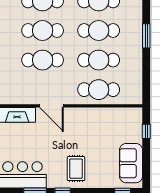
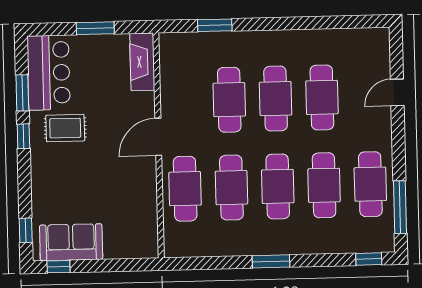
door: (51, 106) -> (158, 137), moved
window: (146, 131) -> (58, 267), moved
rug: (76, 169) -> (65, 128), moved

